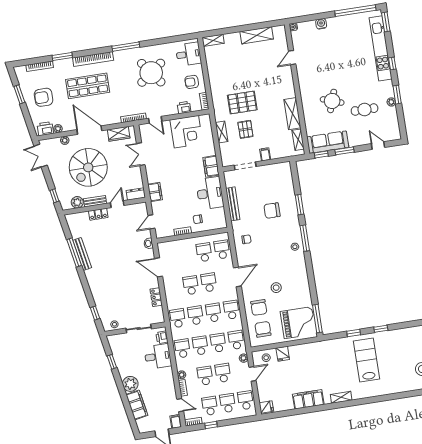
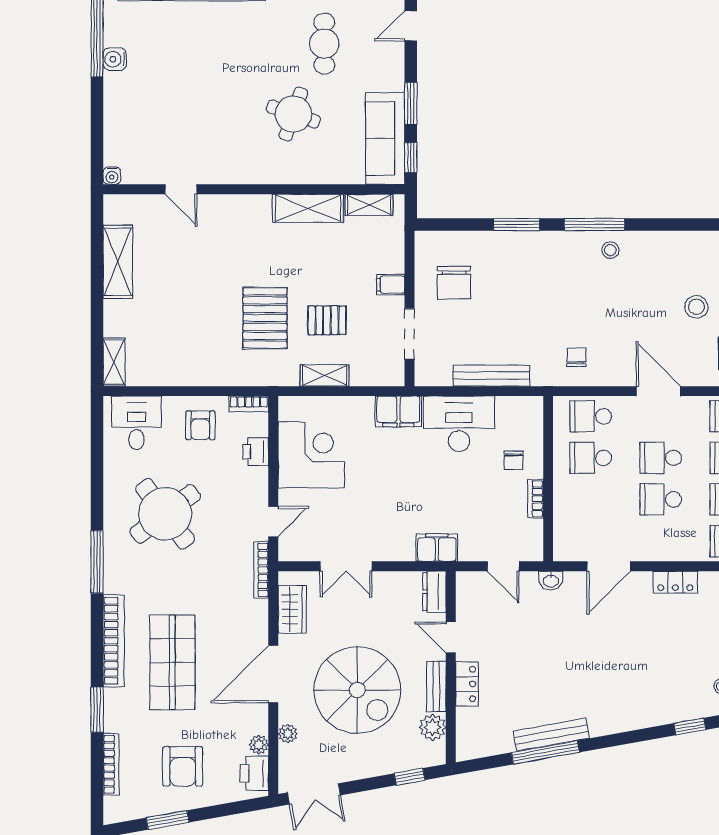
water cooler: (321, 24) -> (115, 59), moved
chair: (272, 211) -> (454, 283), moved

